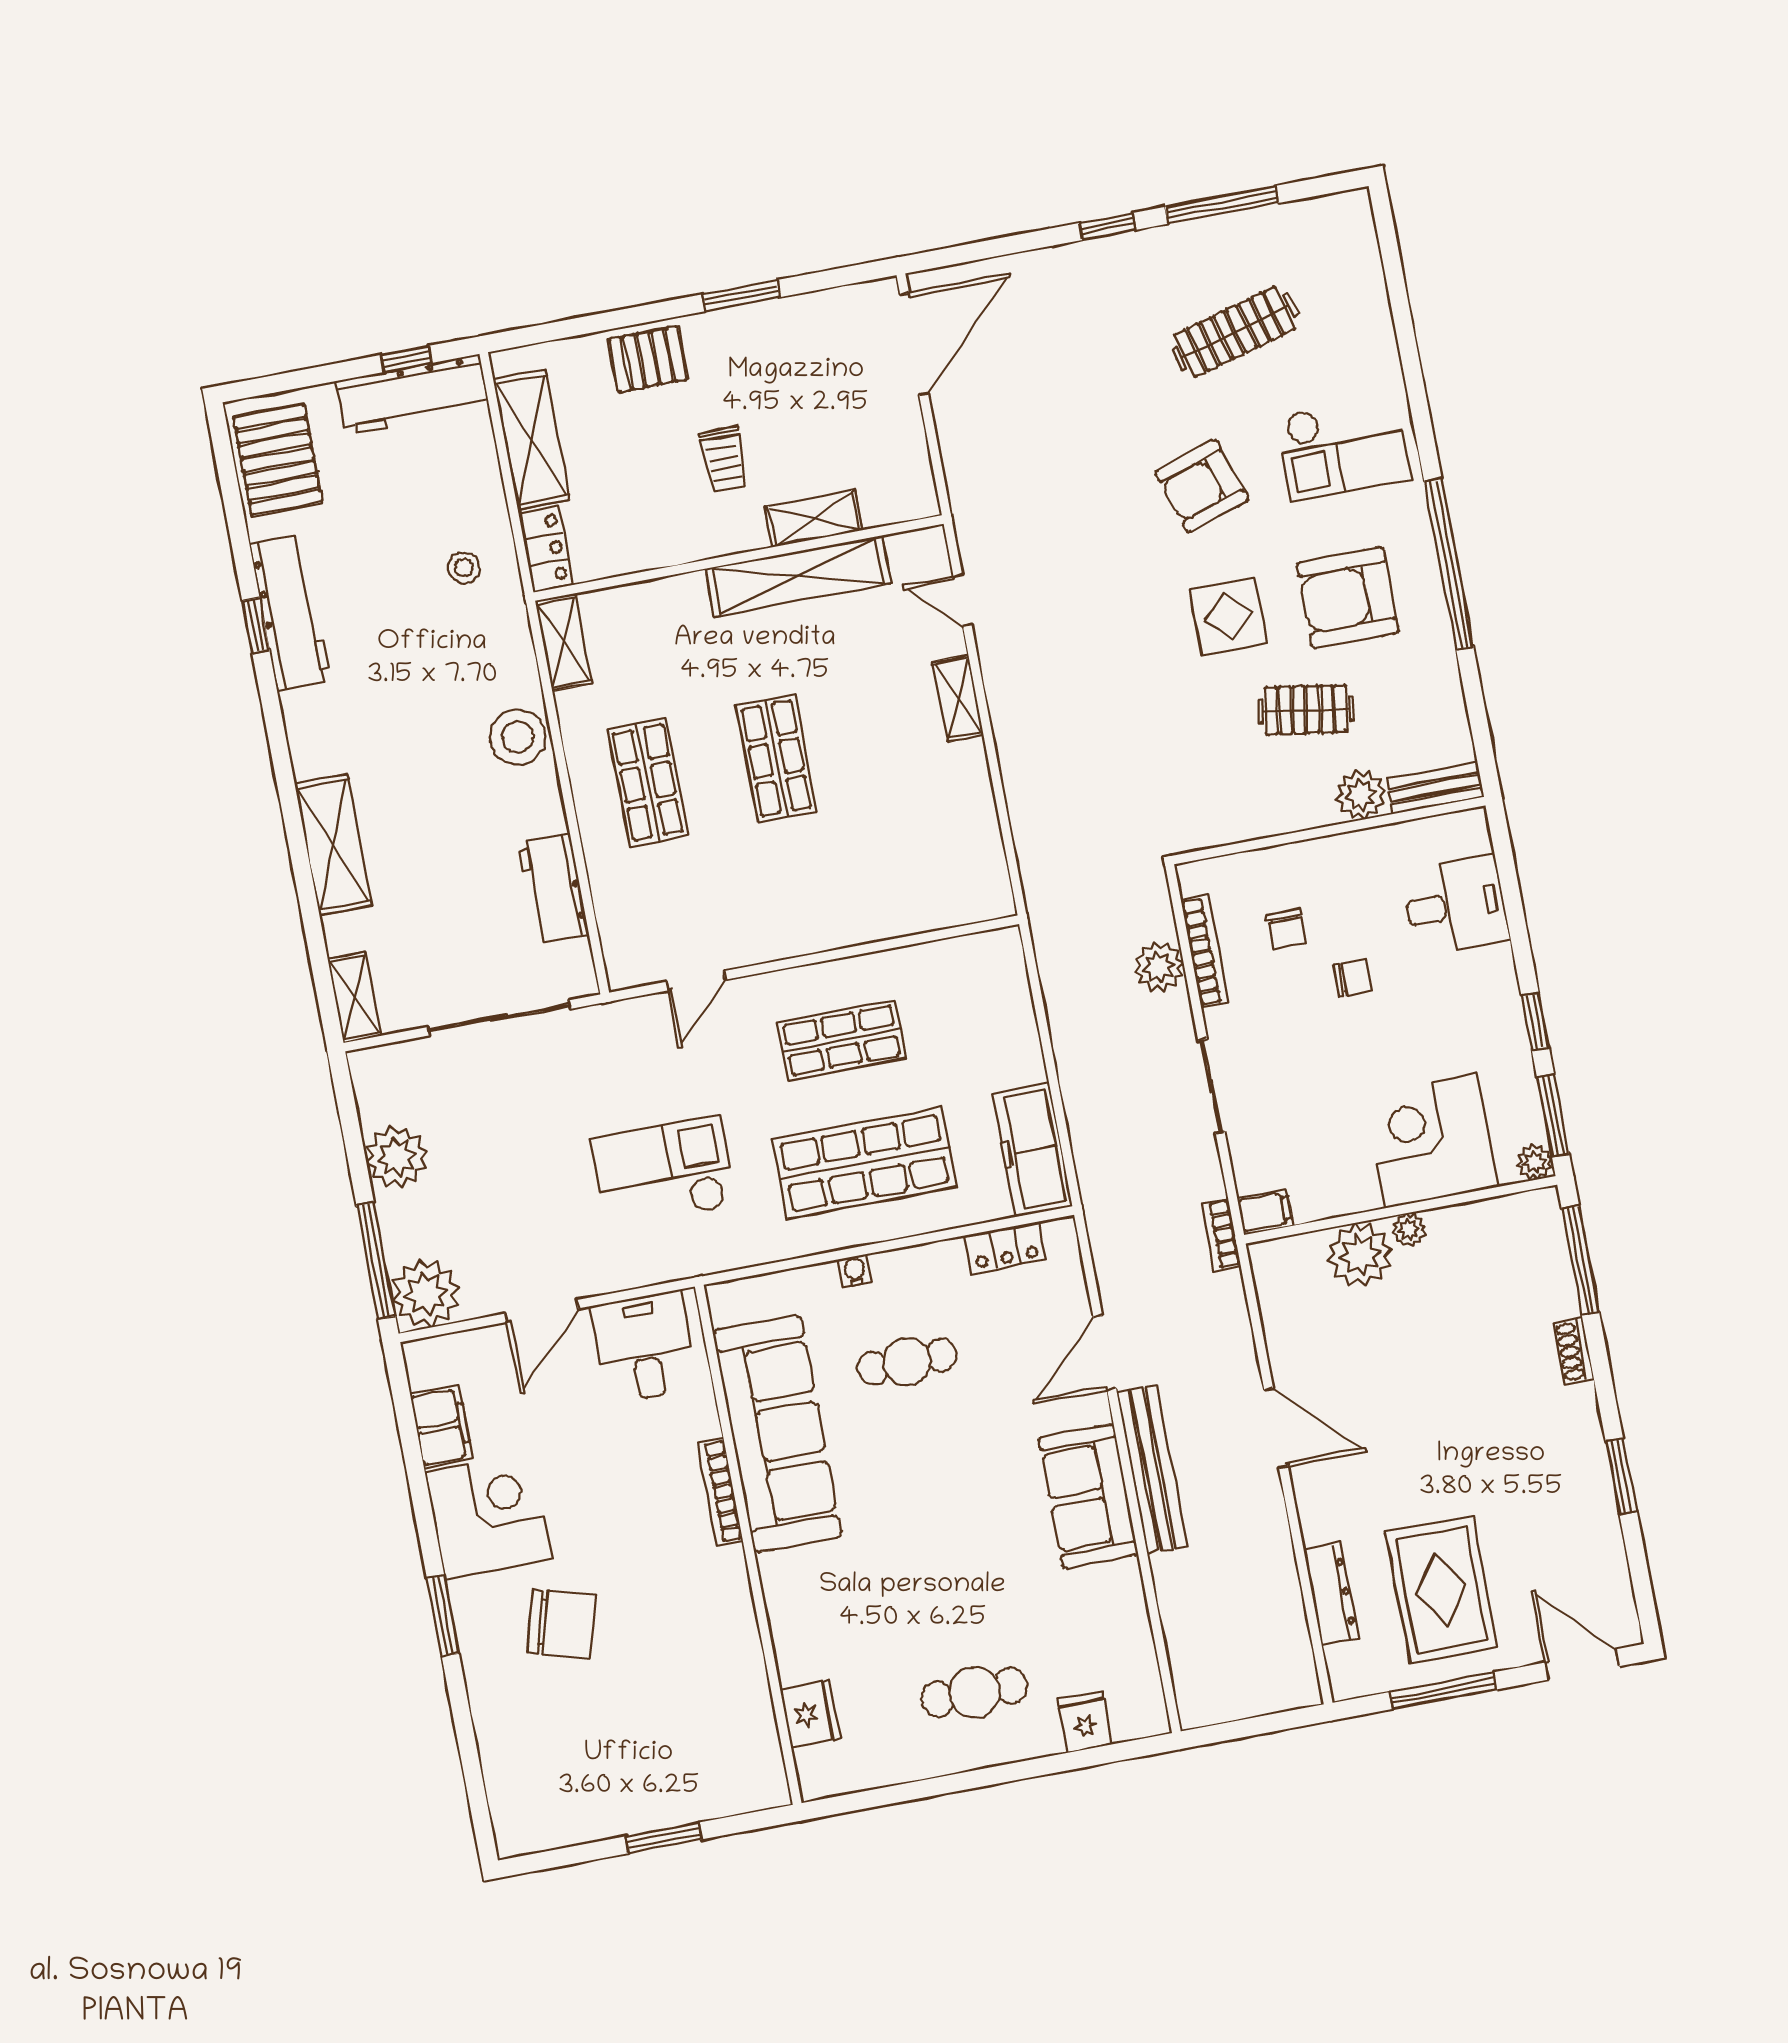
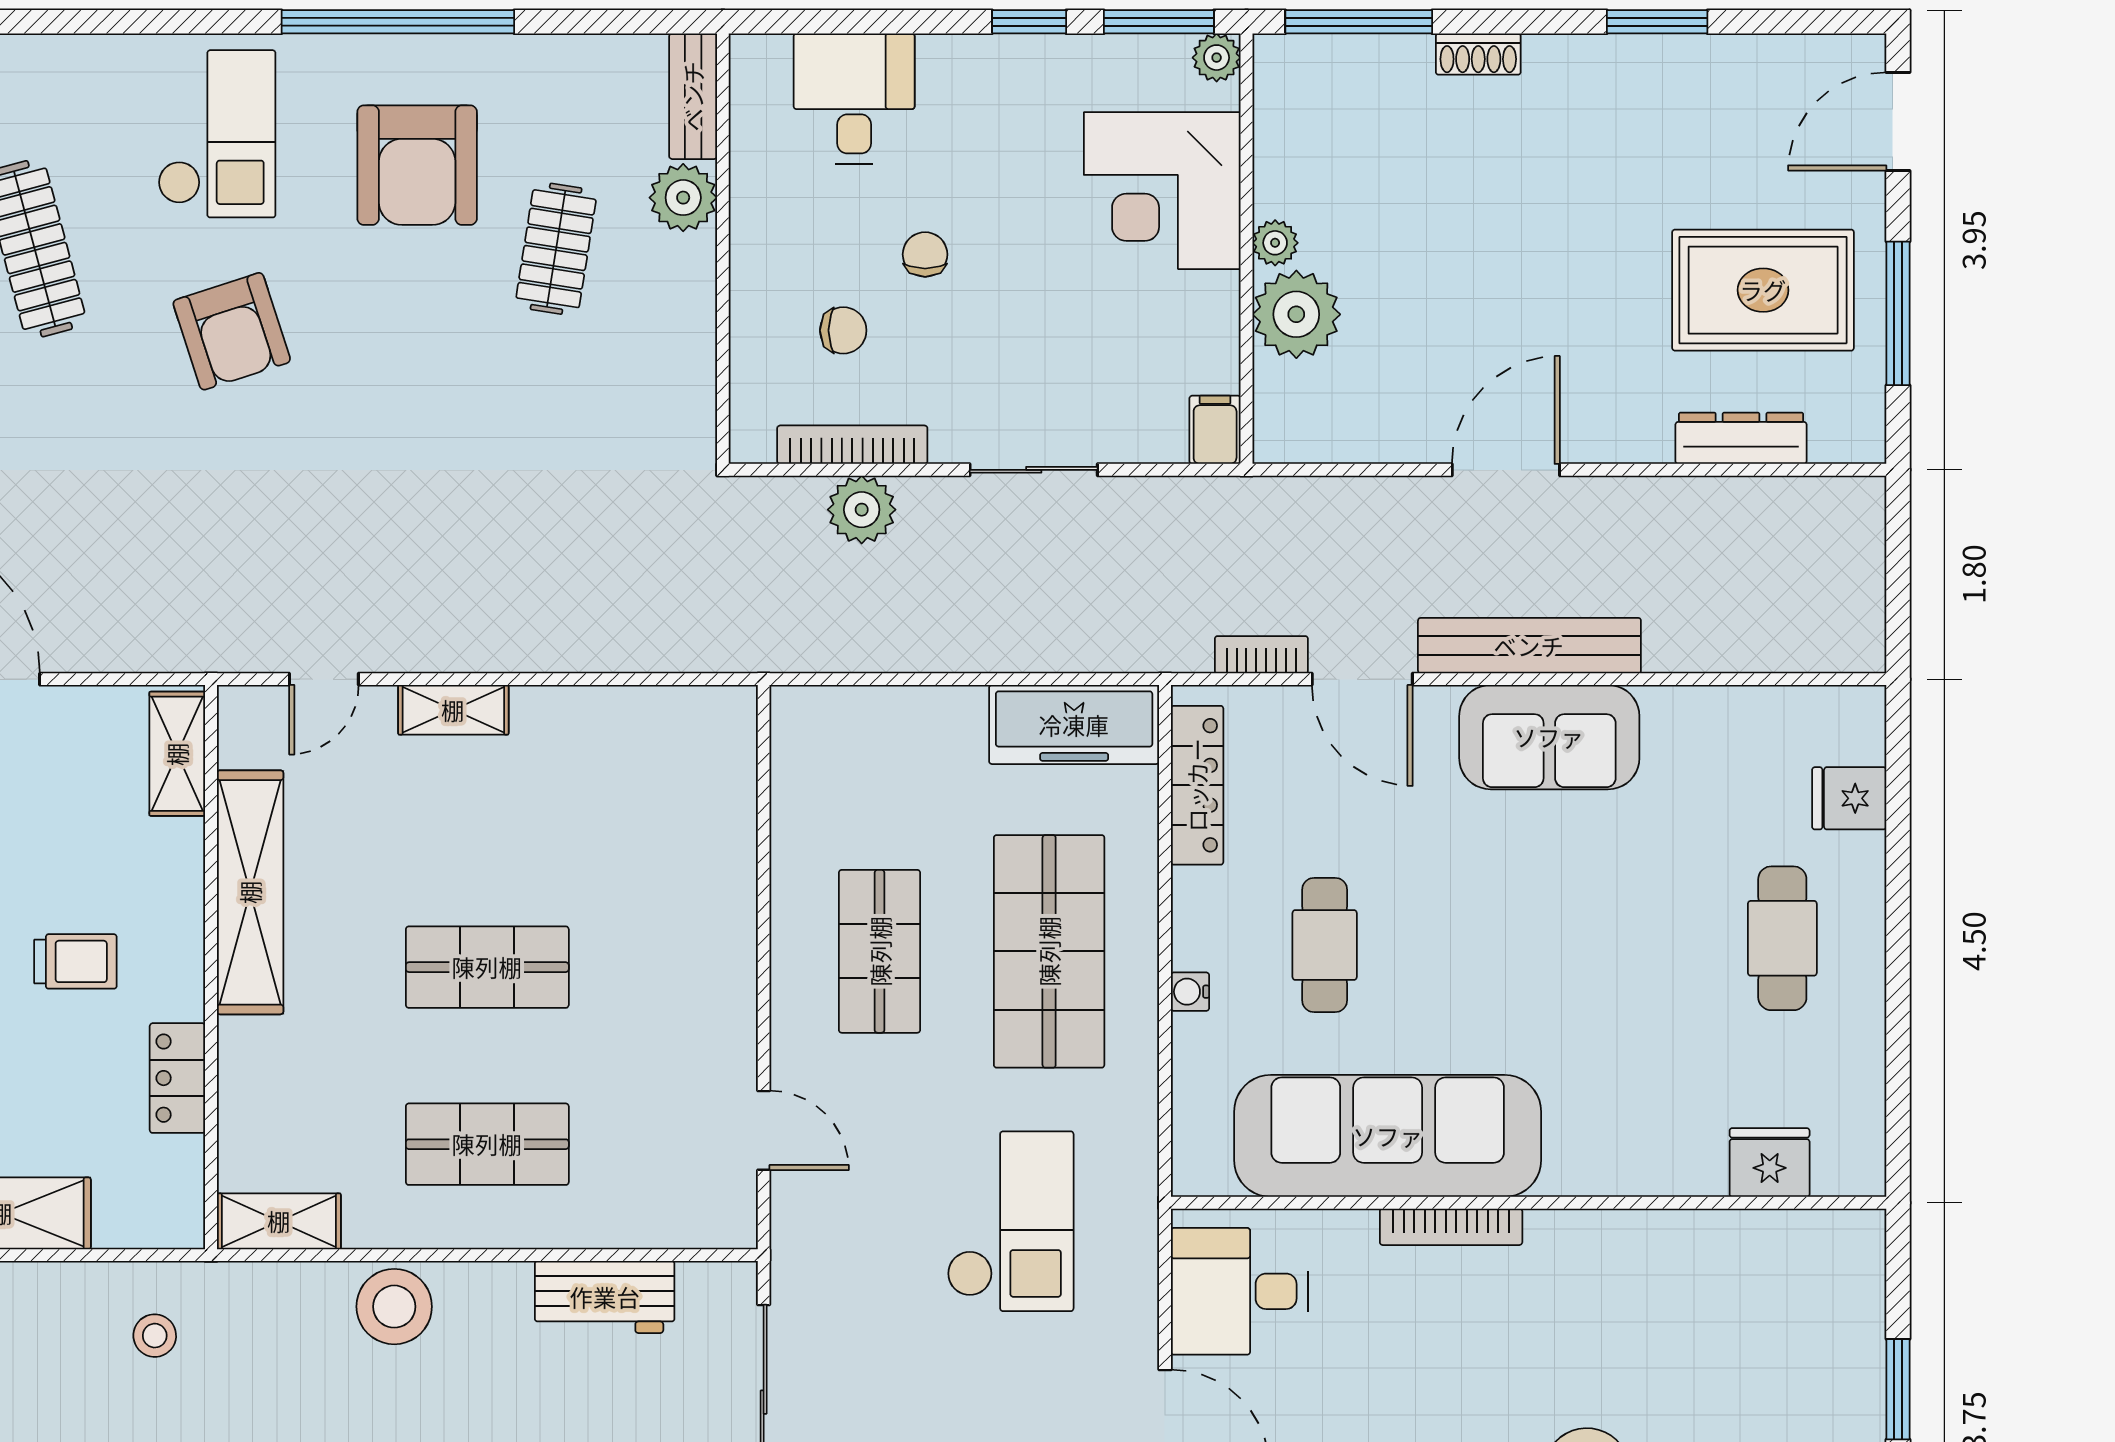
shelving: (814, 518) -> (177, 754), moved
locker: (546, 549) -> (177, 1078), moved, turned -90
display table: (1228, 616) -> (412, 329), removed
checkout: (664, 1172) -> (1010, 1221), turned 180
bookcase: (1221, 1235) -> (1261, 655), moved, turned 180
locker: (1005, 1248) -> (1197, 785), width x1.53

